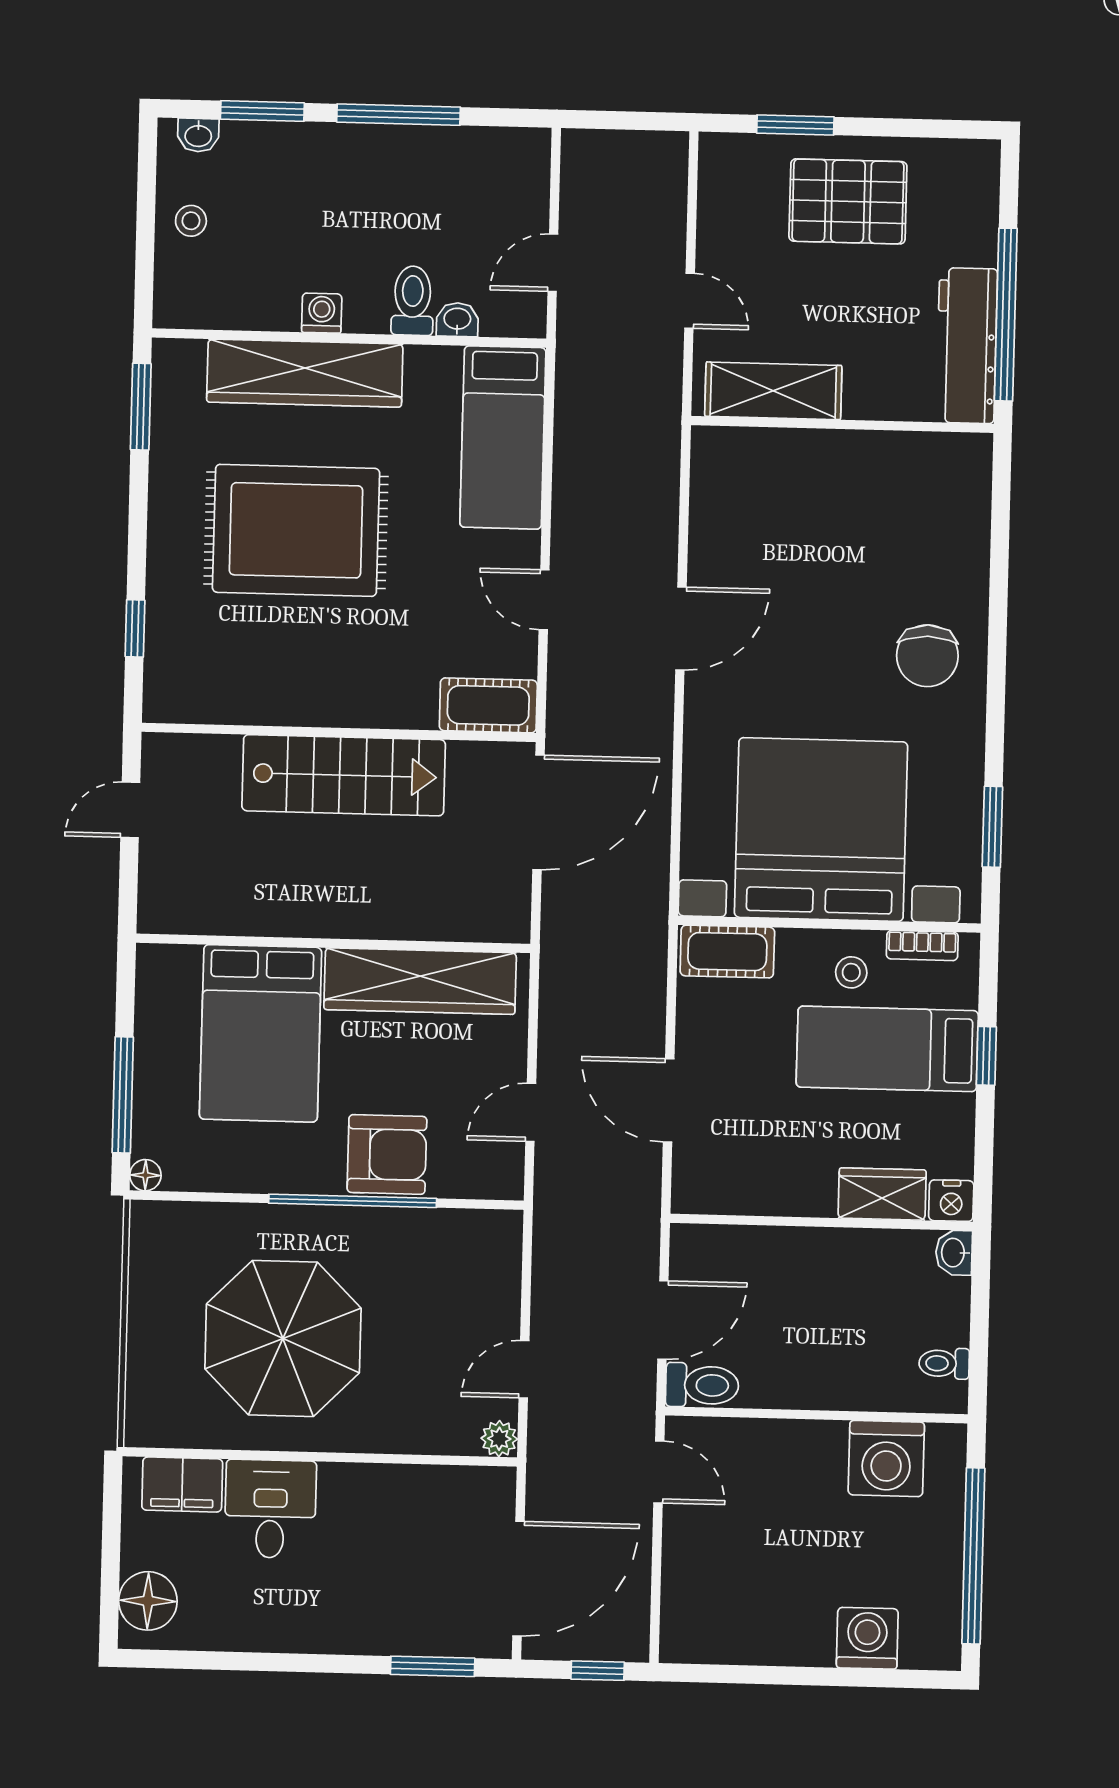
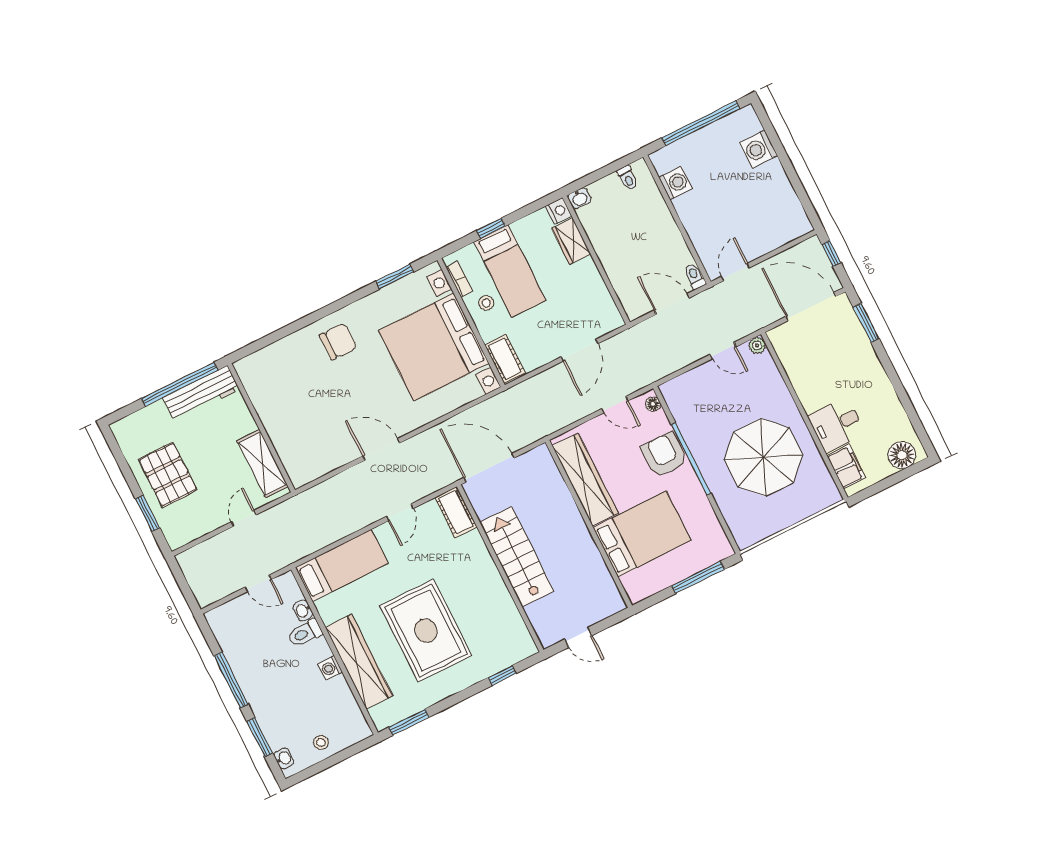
floor lamp: (145, 1175) -> (653, 404), moved
toilet: (702, 1385) -> (695, 276), width x0.73, depth x0.72
washing machine: (886, 1459) -> (675, 183), width x0.73, depth x0.73

